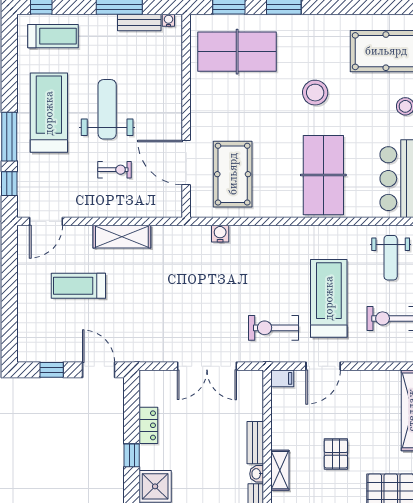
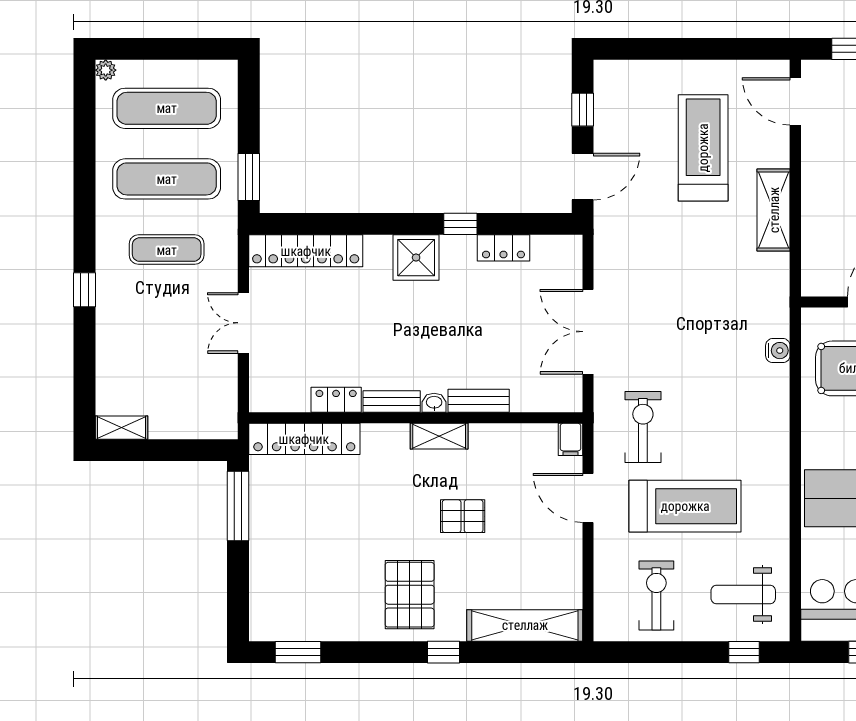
treadmill: (78, 286) -> (703, 148), width x1.37, depth x1.38

